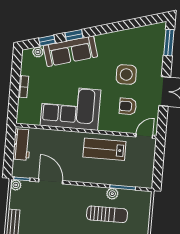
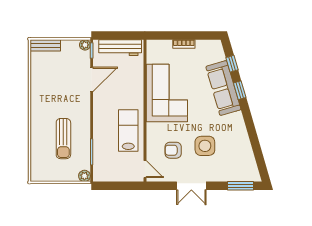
plant: (38, 52) -> (220, 56), removed
armchair: (128, 106) -> (173, 150), turned -90
workbench: (22, 145) -> (120, 48), width x1.38
plant: (112, 194) -> (84, 176), moved

